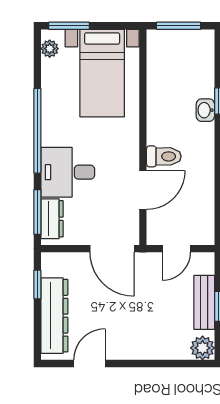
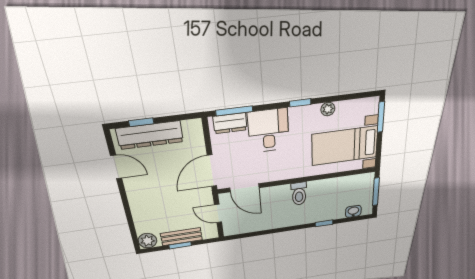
plant: (50, 49) -> (328, 109), moved
washbasin: (205, 110) -> (353, 211), moved
window: (37, 131) -> (300, 103), width x0.32
toilet: (164, 156) -> (299, 194), moved
door: (143, 190) -> (244, 188), moved
window: (37, 284) -> (141, 122), moved

